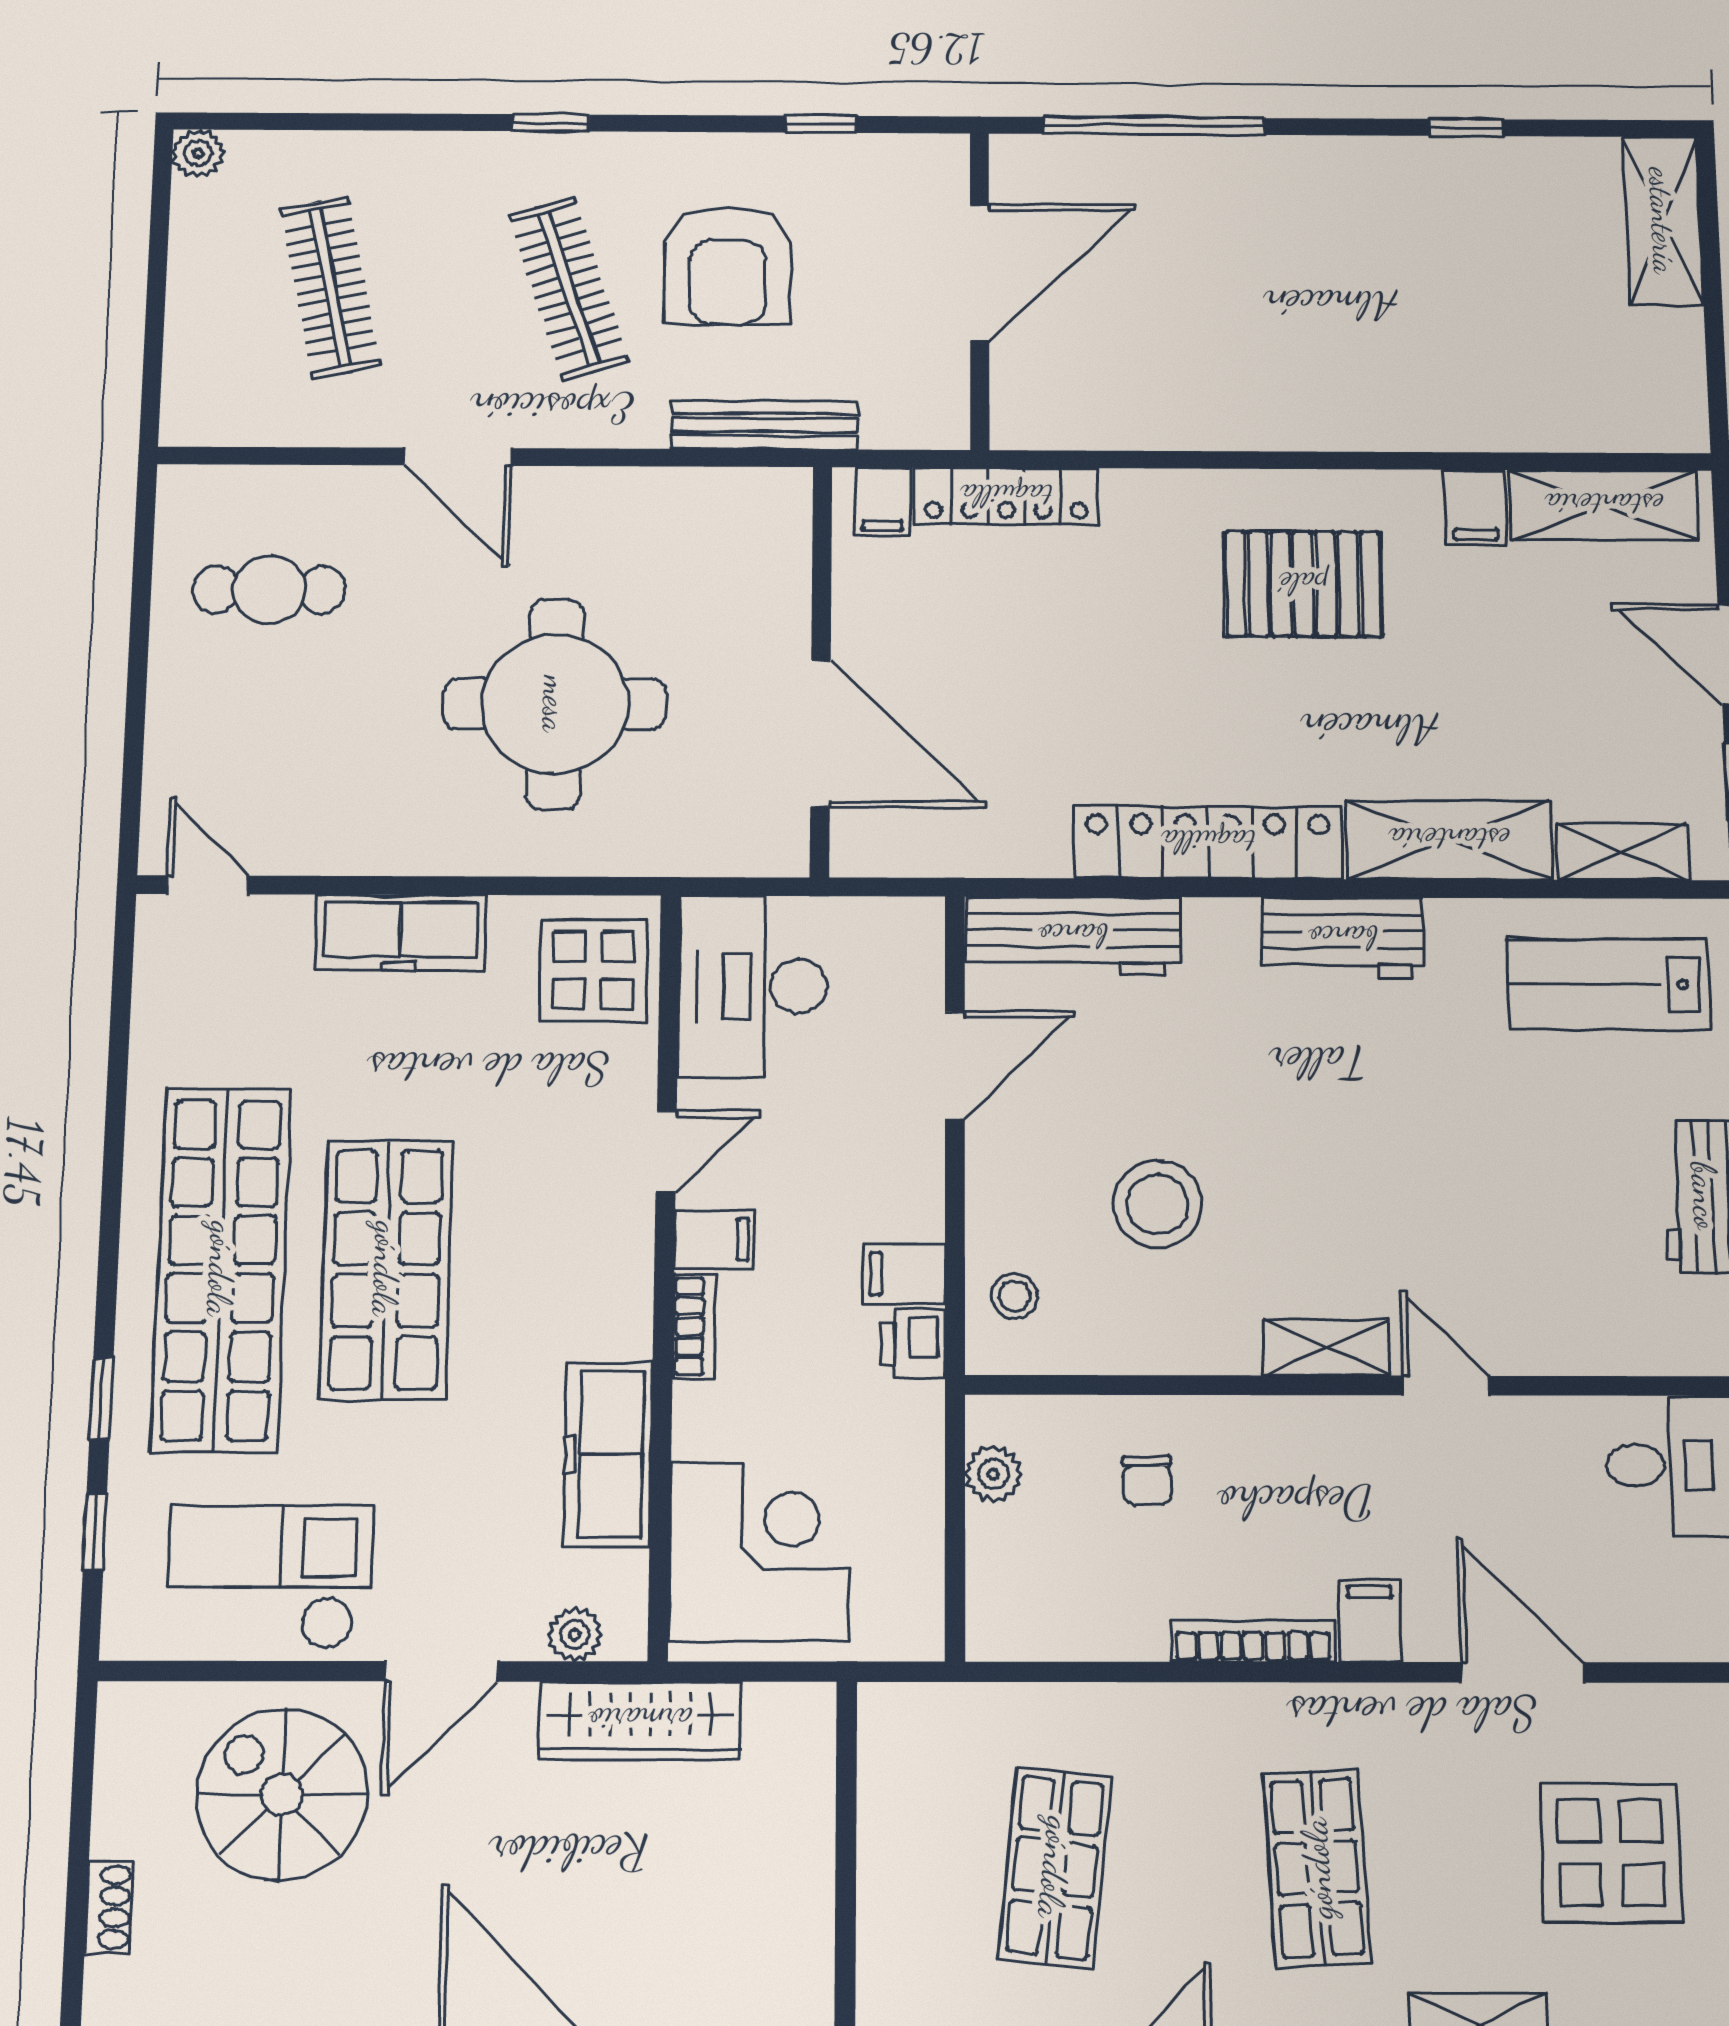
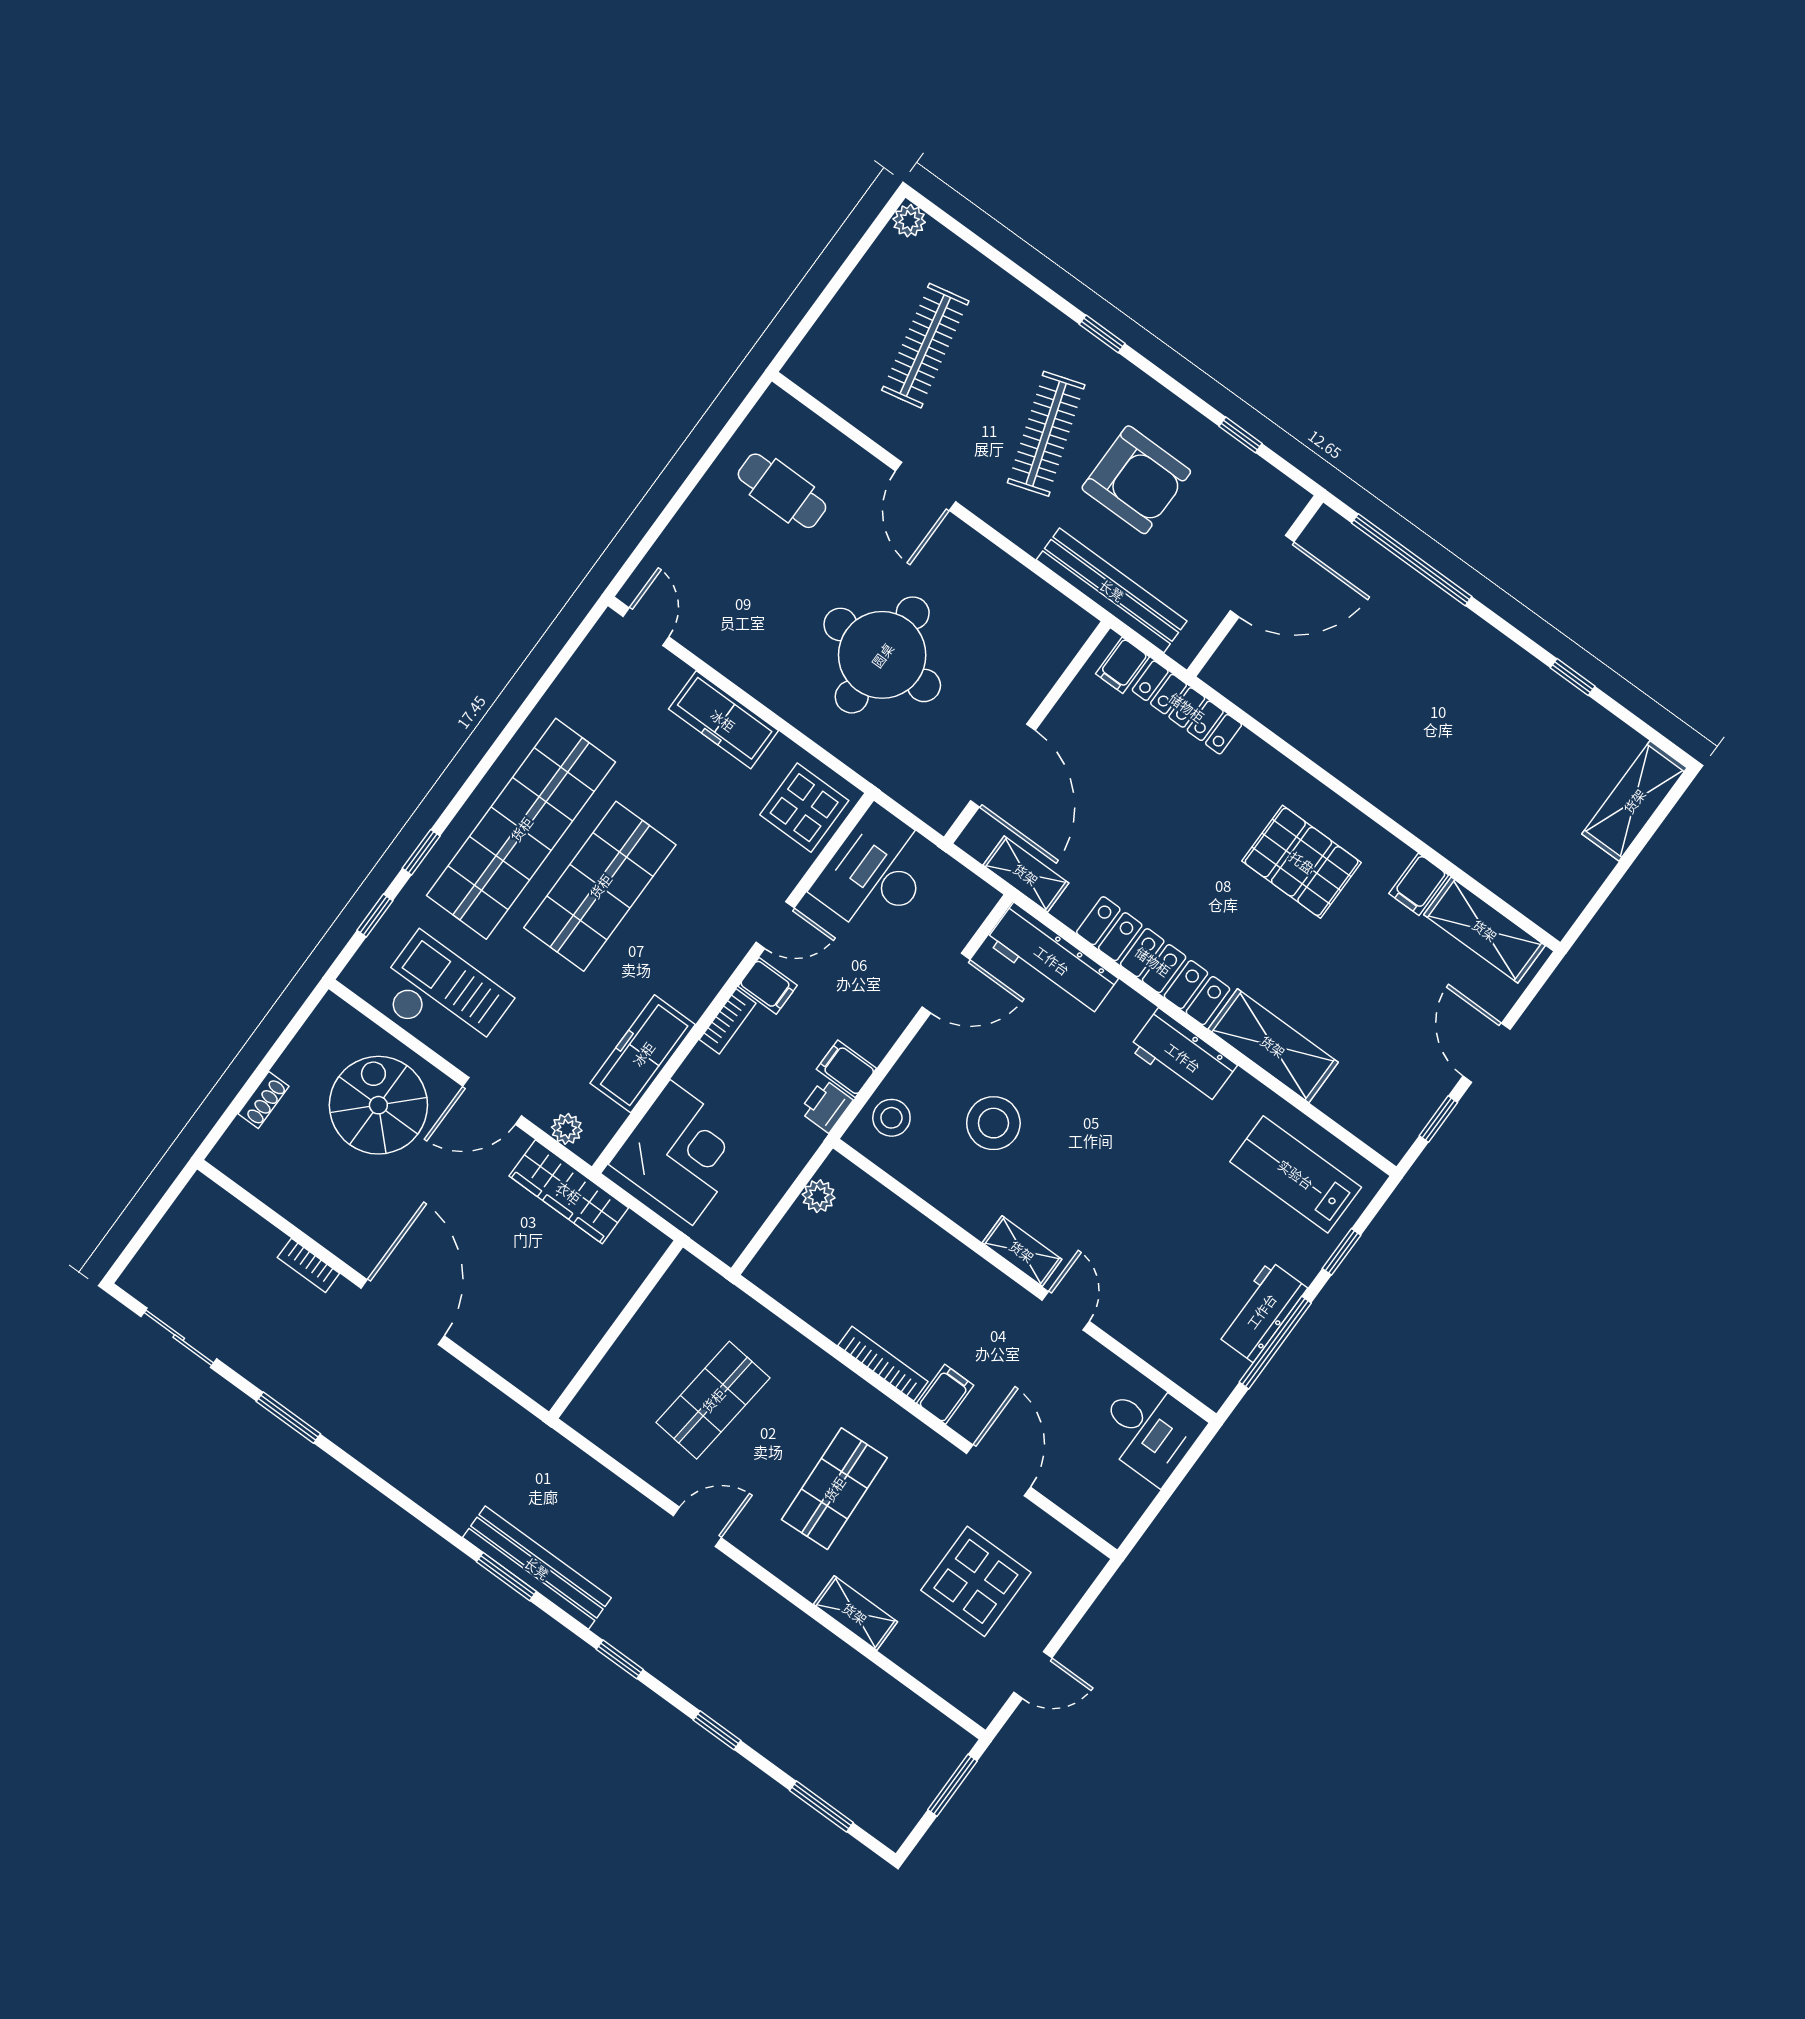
armchair: (728, 266) -> (1136, 480), turned -90
bench: (764, 425) -> (1112, 590), width x1.37, depth x1.21
shelving: (1623, 852) -> (1026, 874), moved
stool: (1014, 1296) -> (891, 1118), width x1.37, depth x1.37
chair: (1147, 1480) -> (889, 1252), removed

